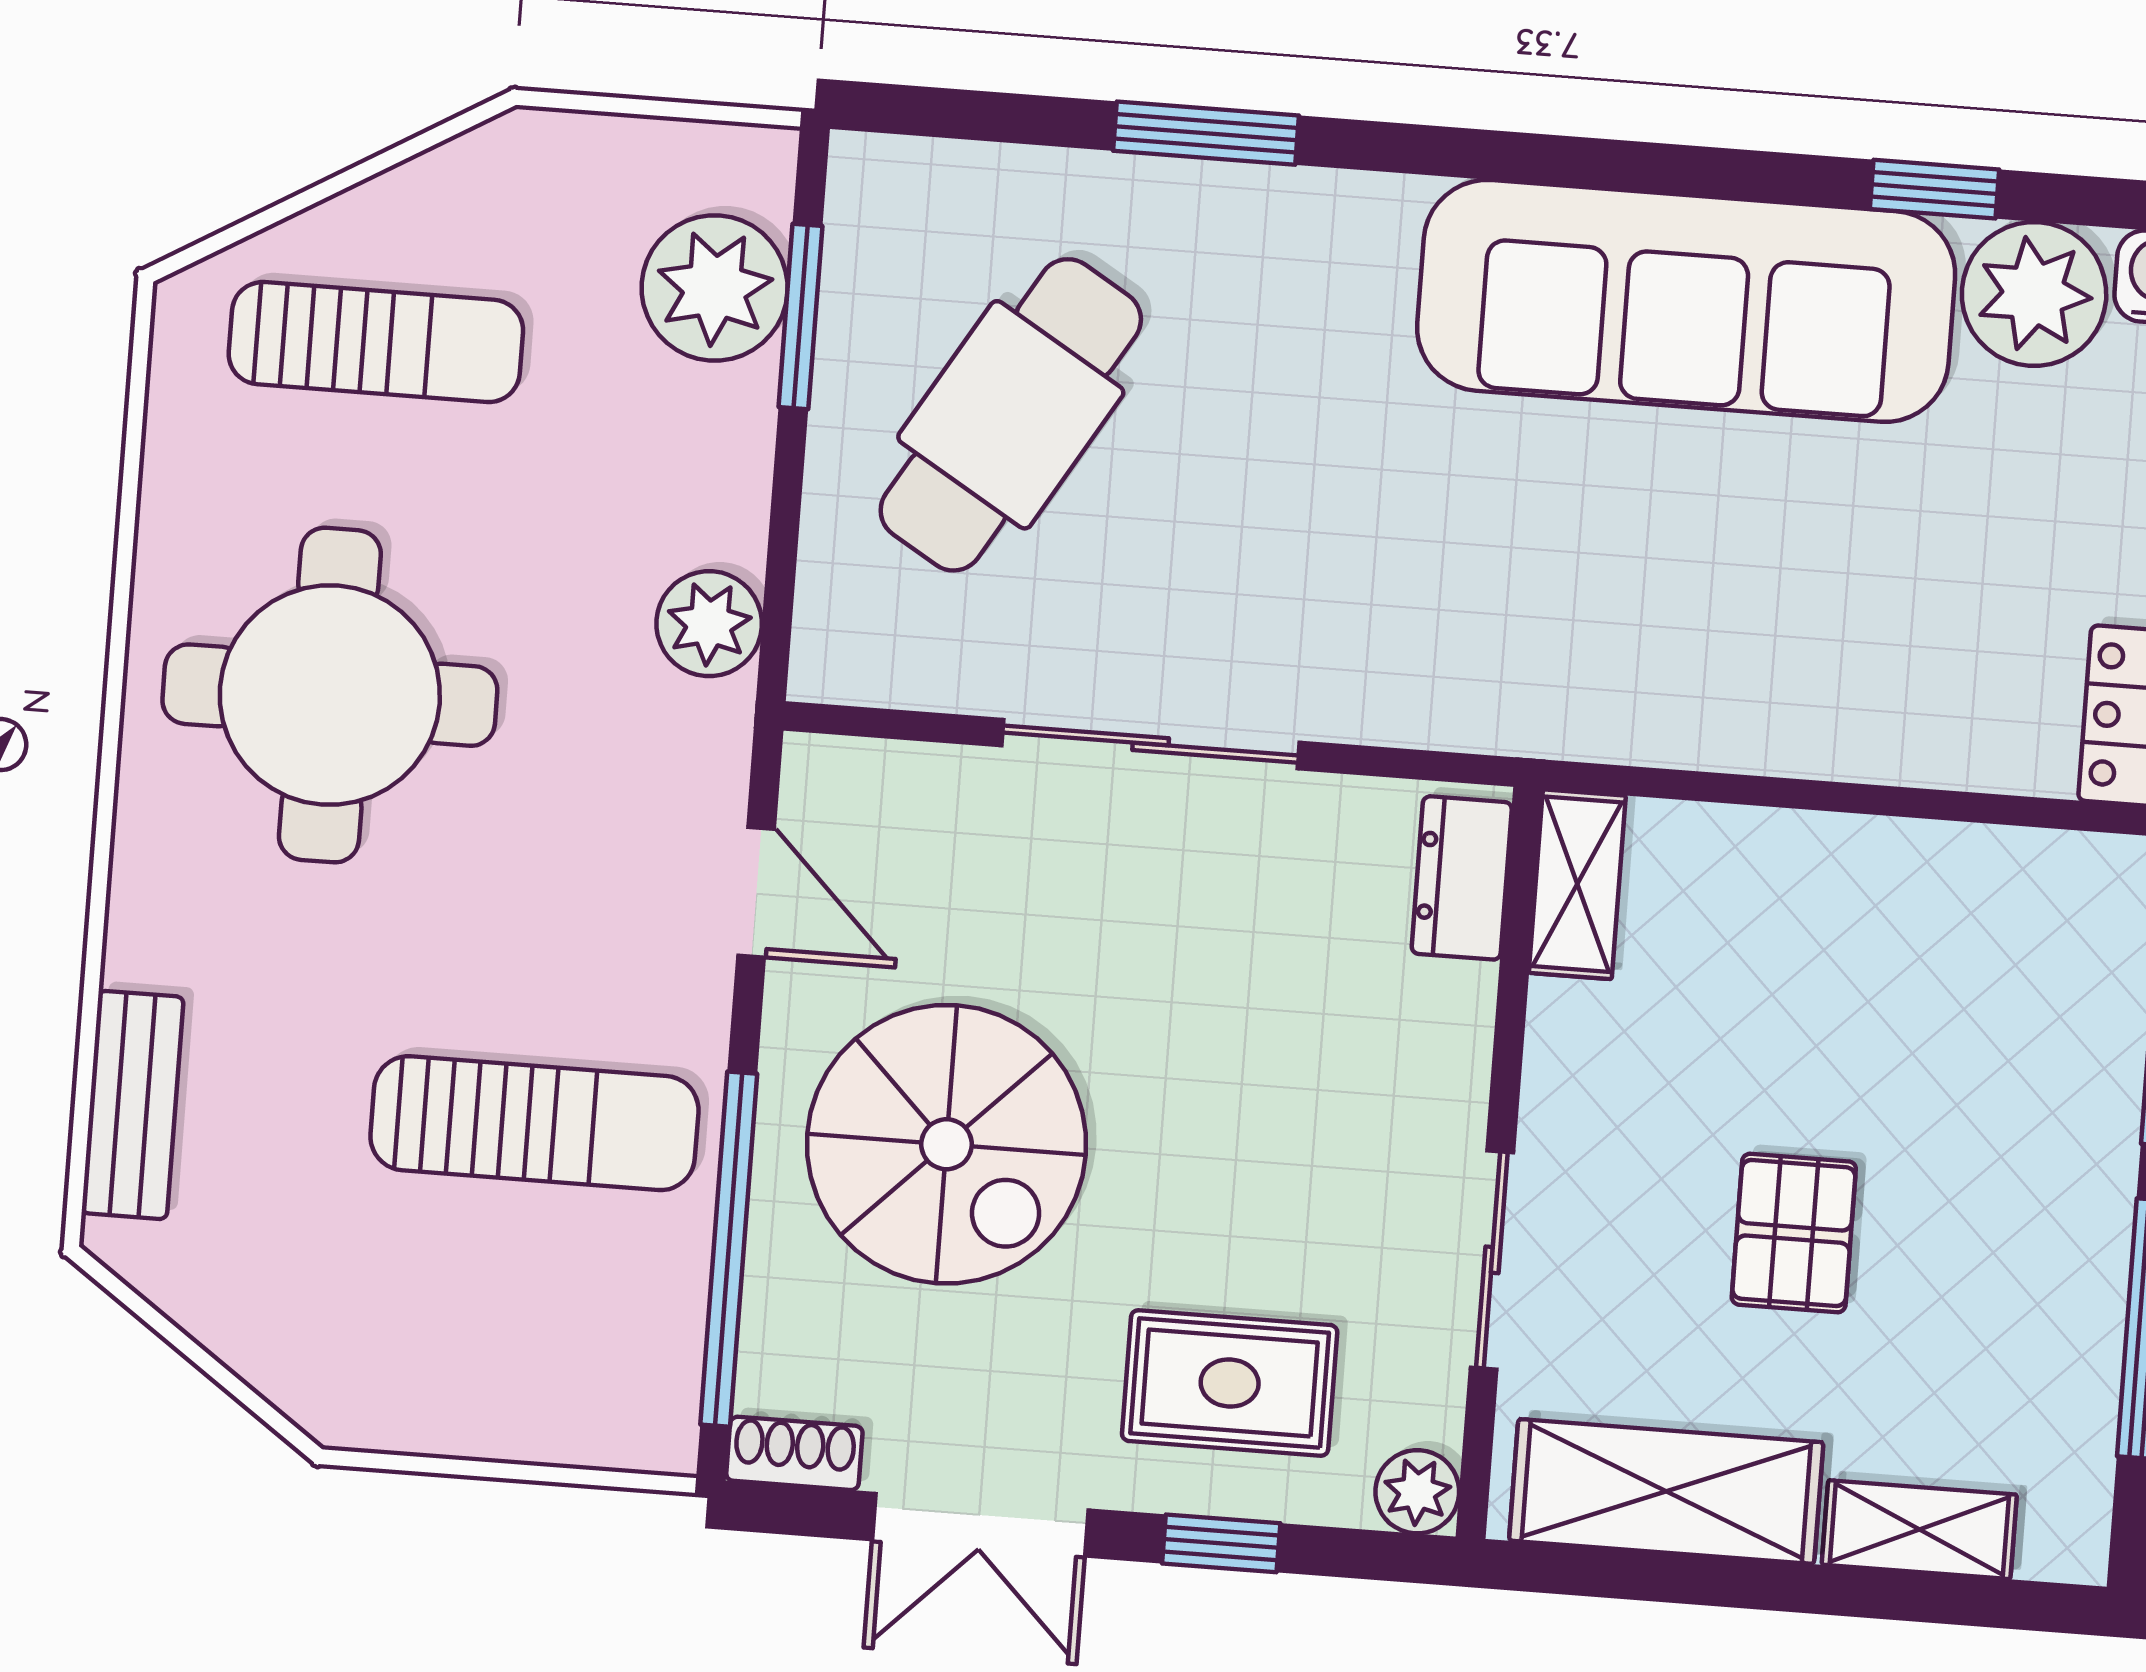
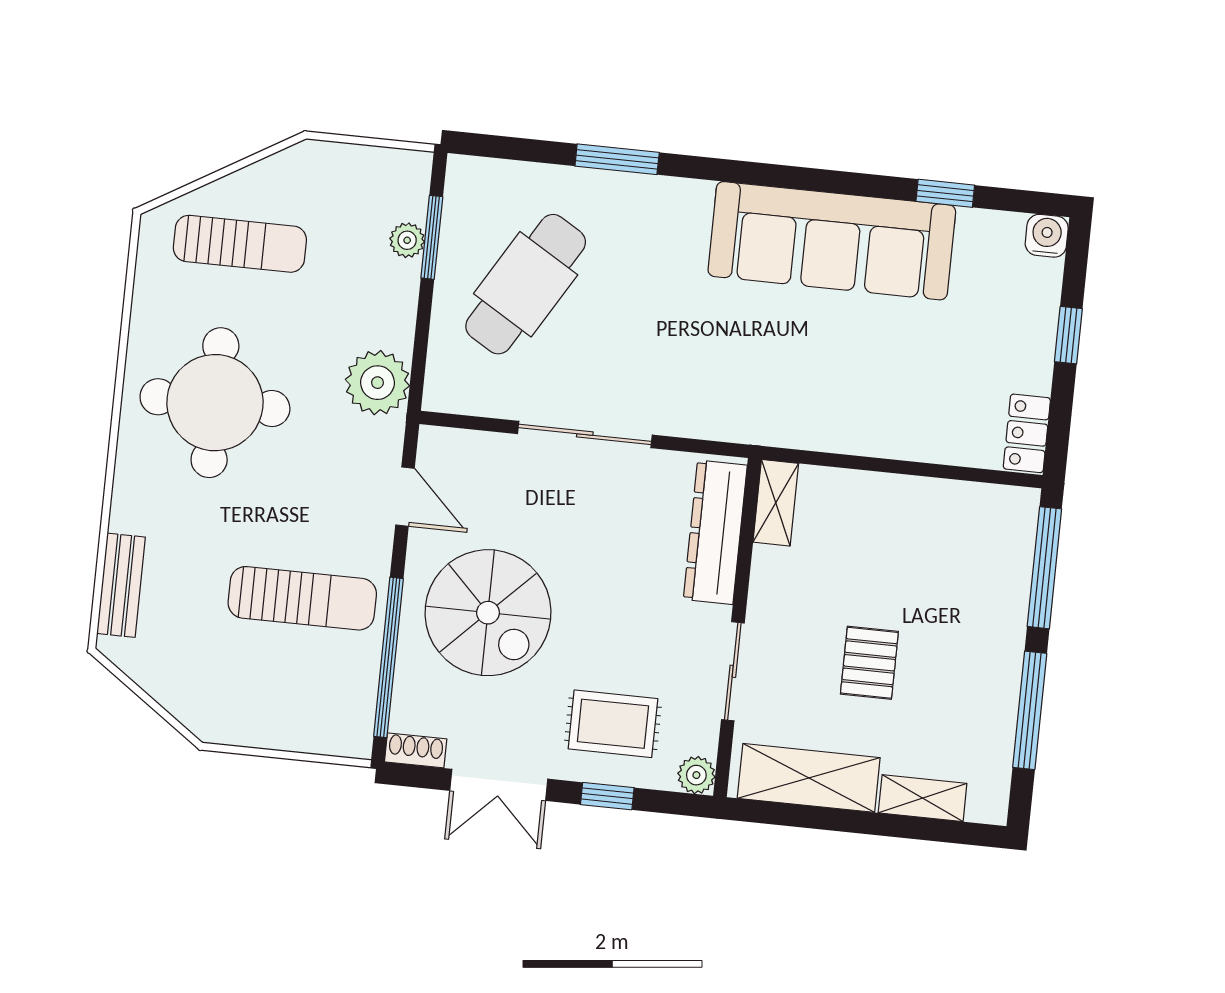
plant: (715, 288) -> (407, 240), width x0.53, depth x0.53
plant: (2034, 294) -> (989, 242), removed
plant: (709, 624) -> (377, 383), width x1.36, depth x1.36
dresser: (1462, 878) -> (715, 532), width x1.96, depth x1.24

